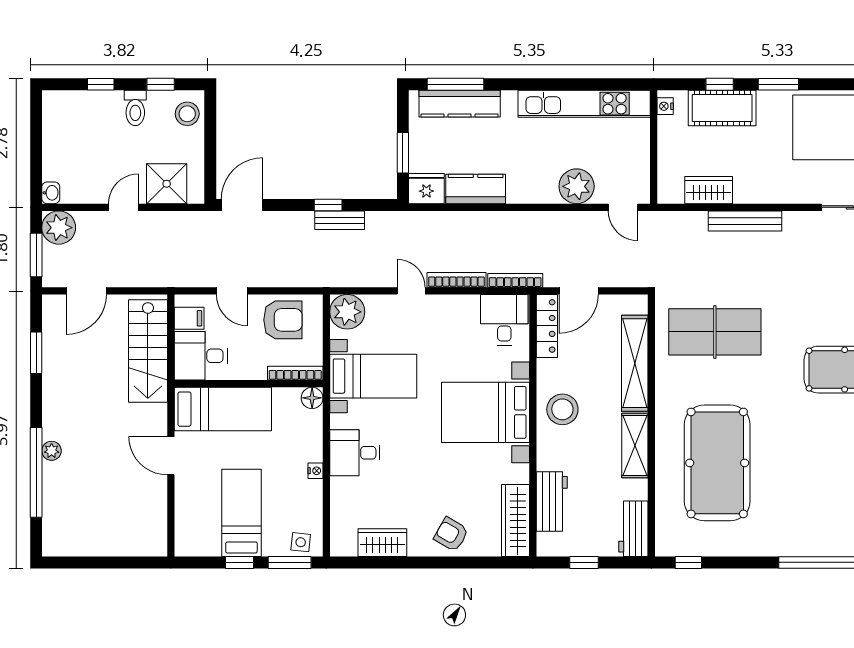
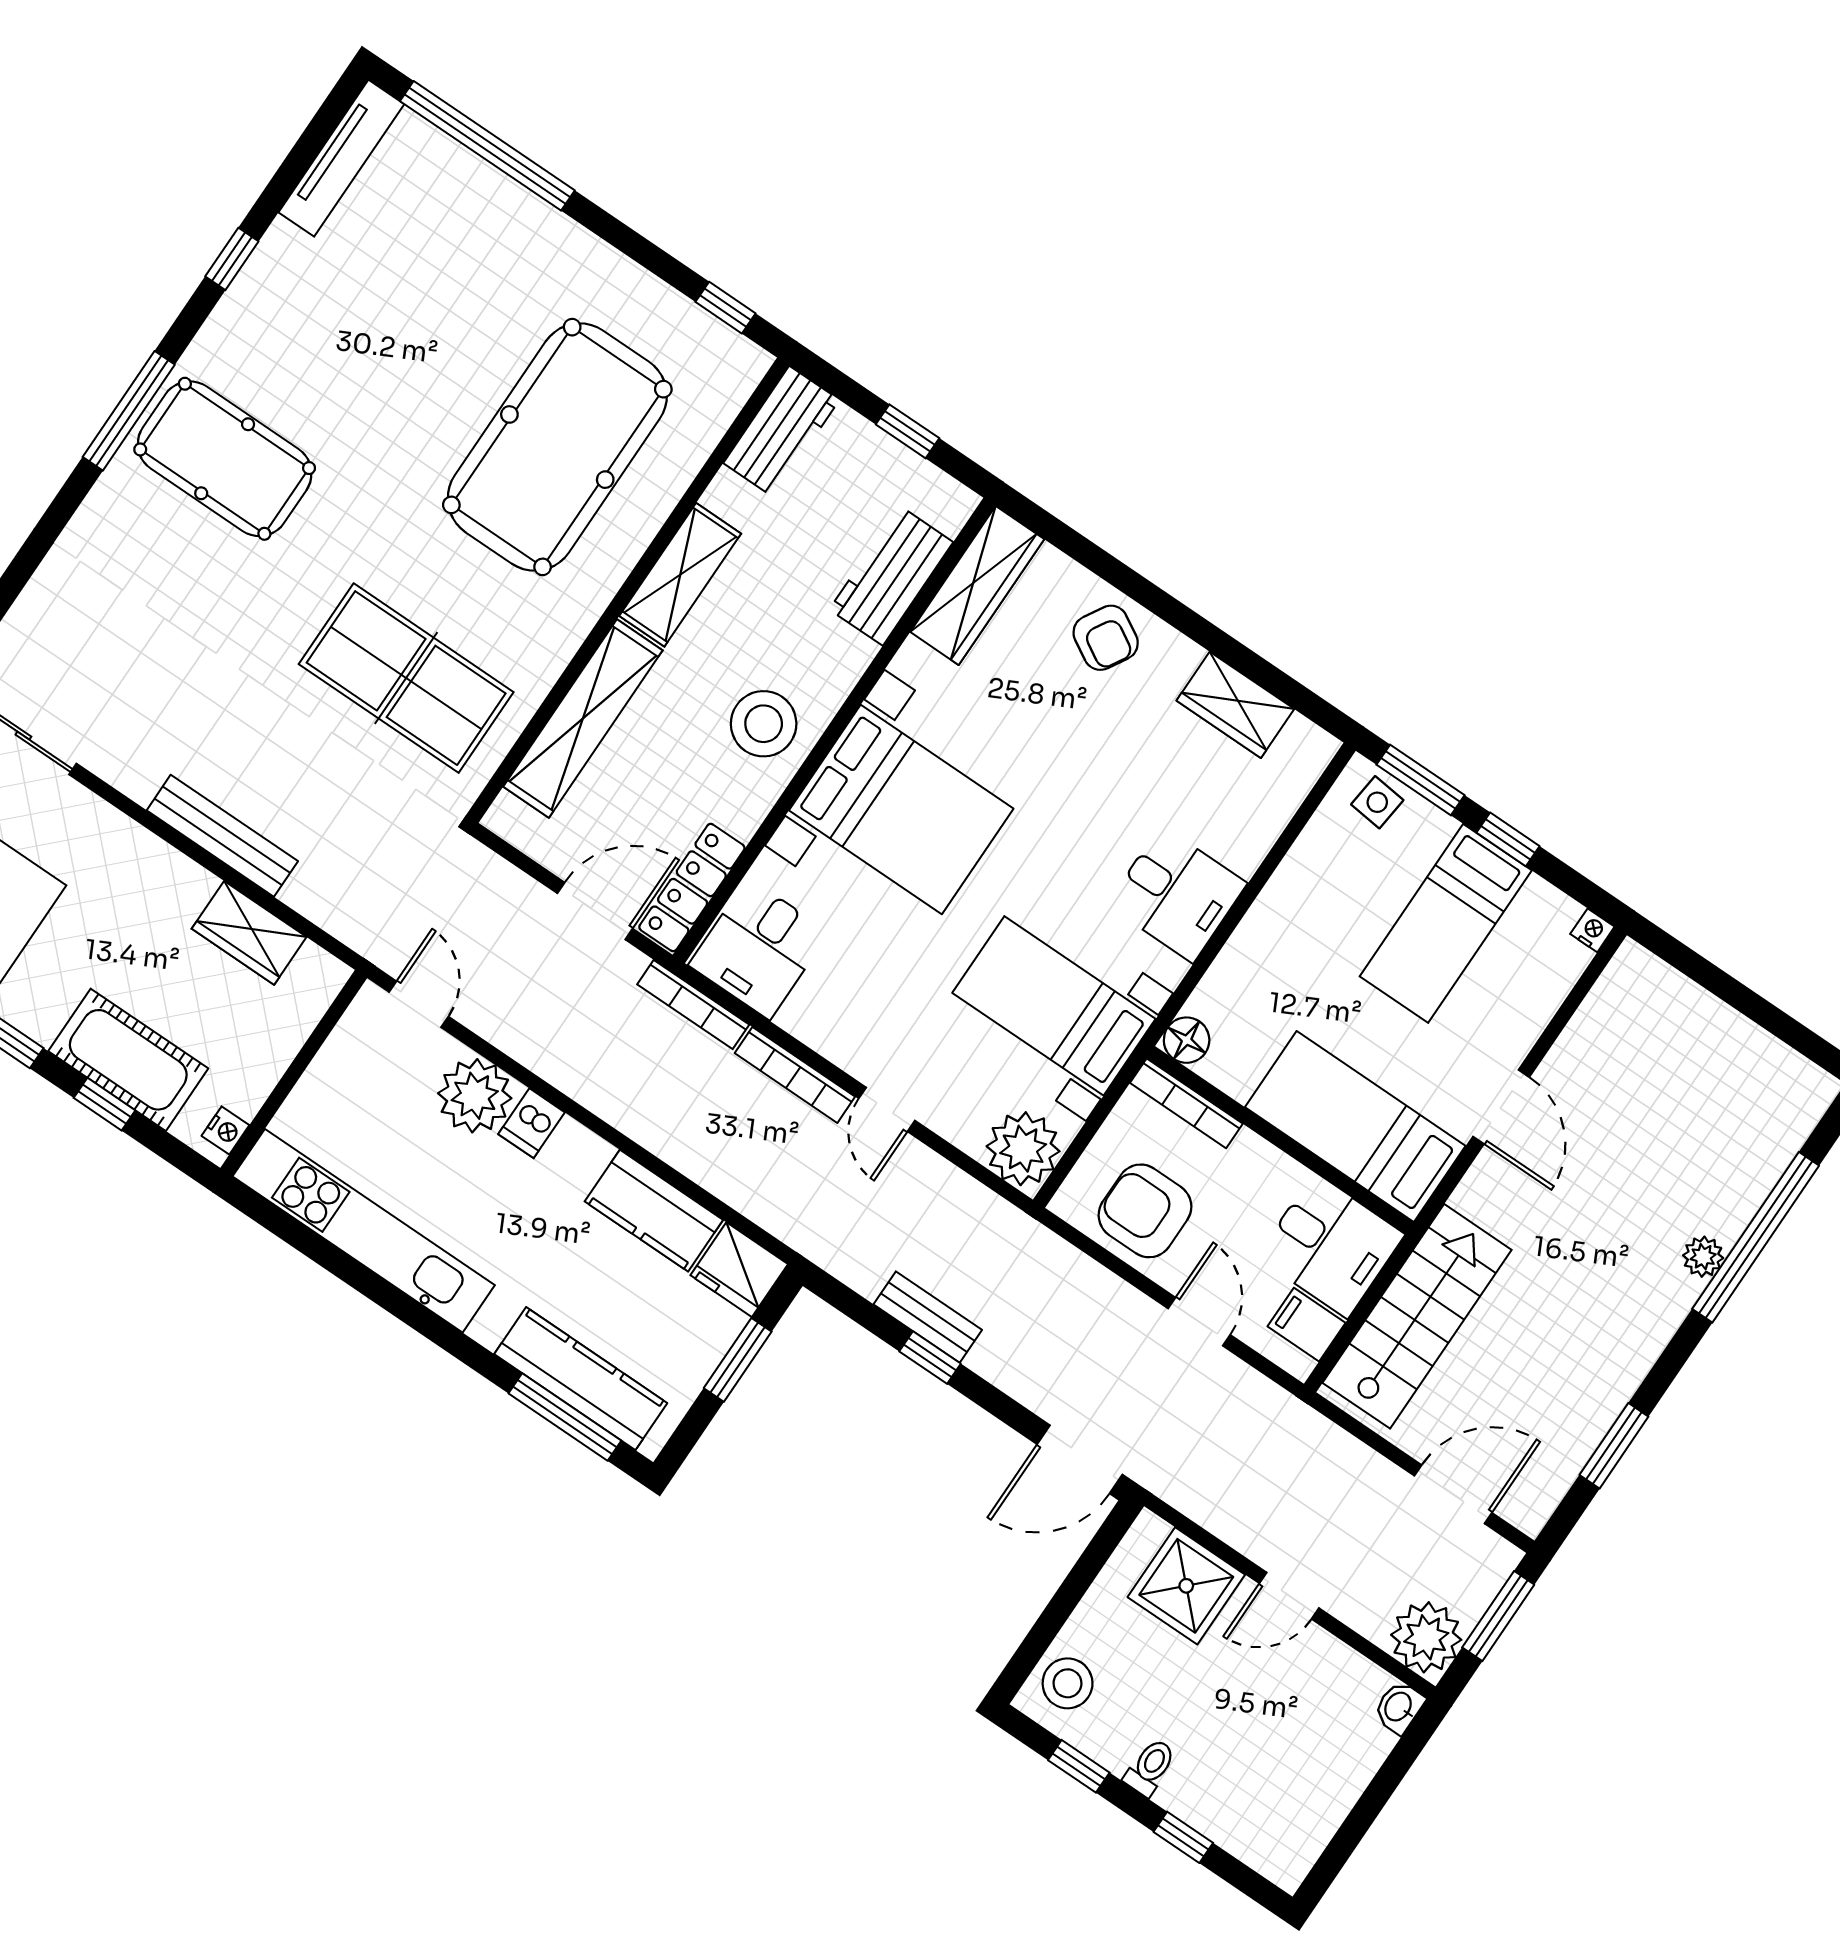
toilet: (135, 108) -> (1150, 1767), width x0.73, depth x0.72
dishwasher: (547, 191) -> (531, 1123), added
nightstand: (315, 471) -> (1592, 930), moved, turned 90

